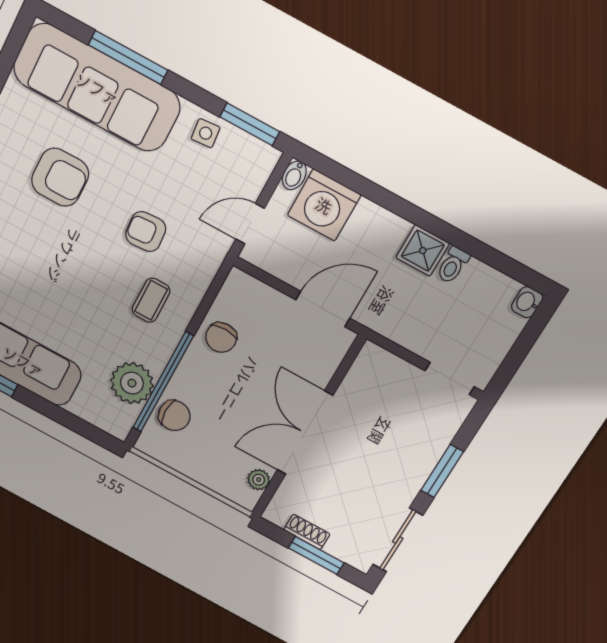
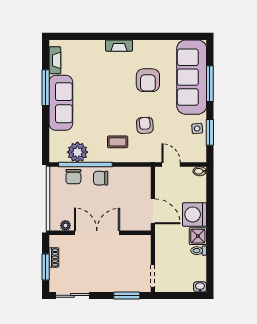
window: (250, 124) -> (210, 132), moved
washing machine: (324, 205) -> (195, 214), moved
chair: (221, 337) -> (101, 178), moved
window: (442, 471) -> (127, 295), moved

